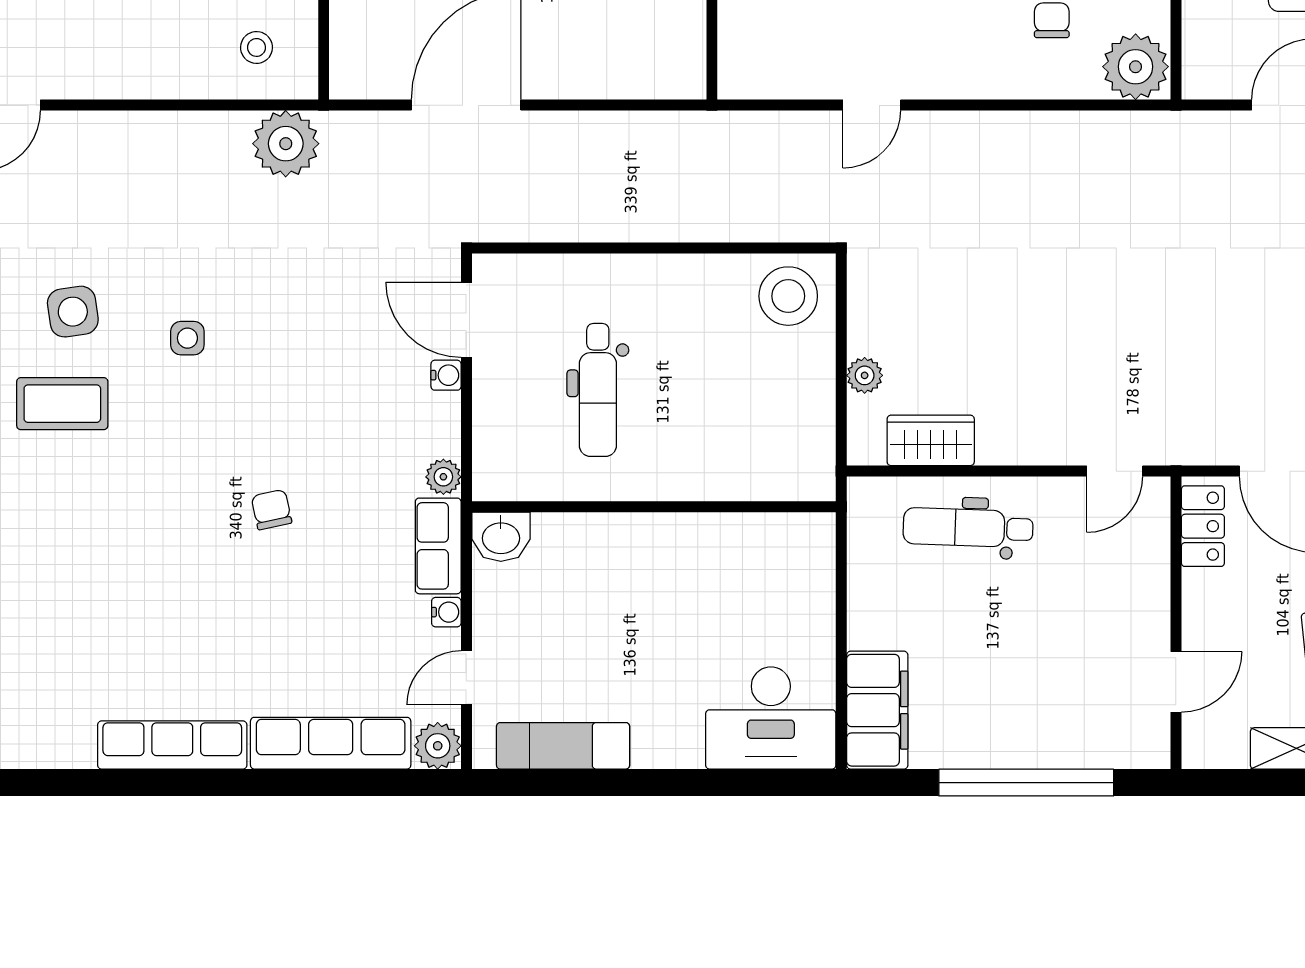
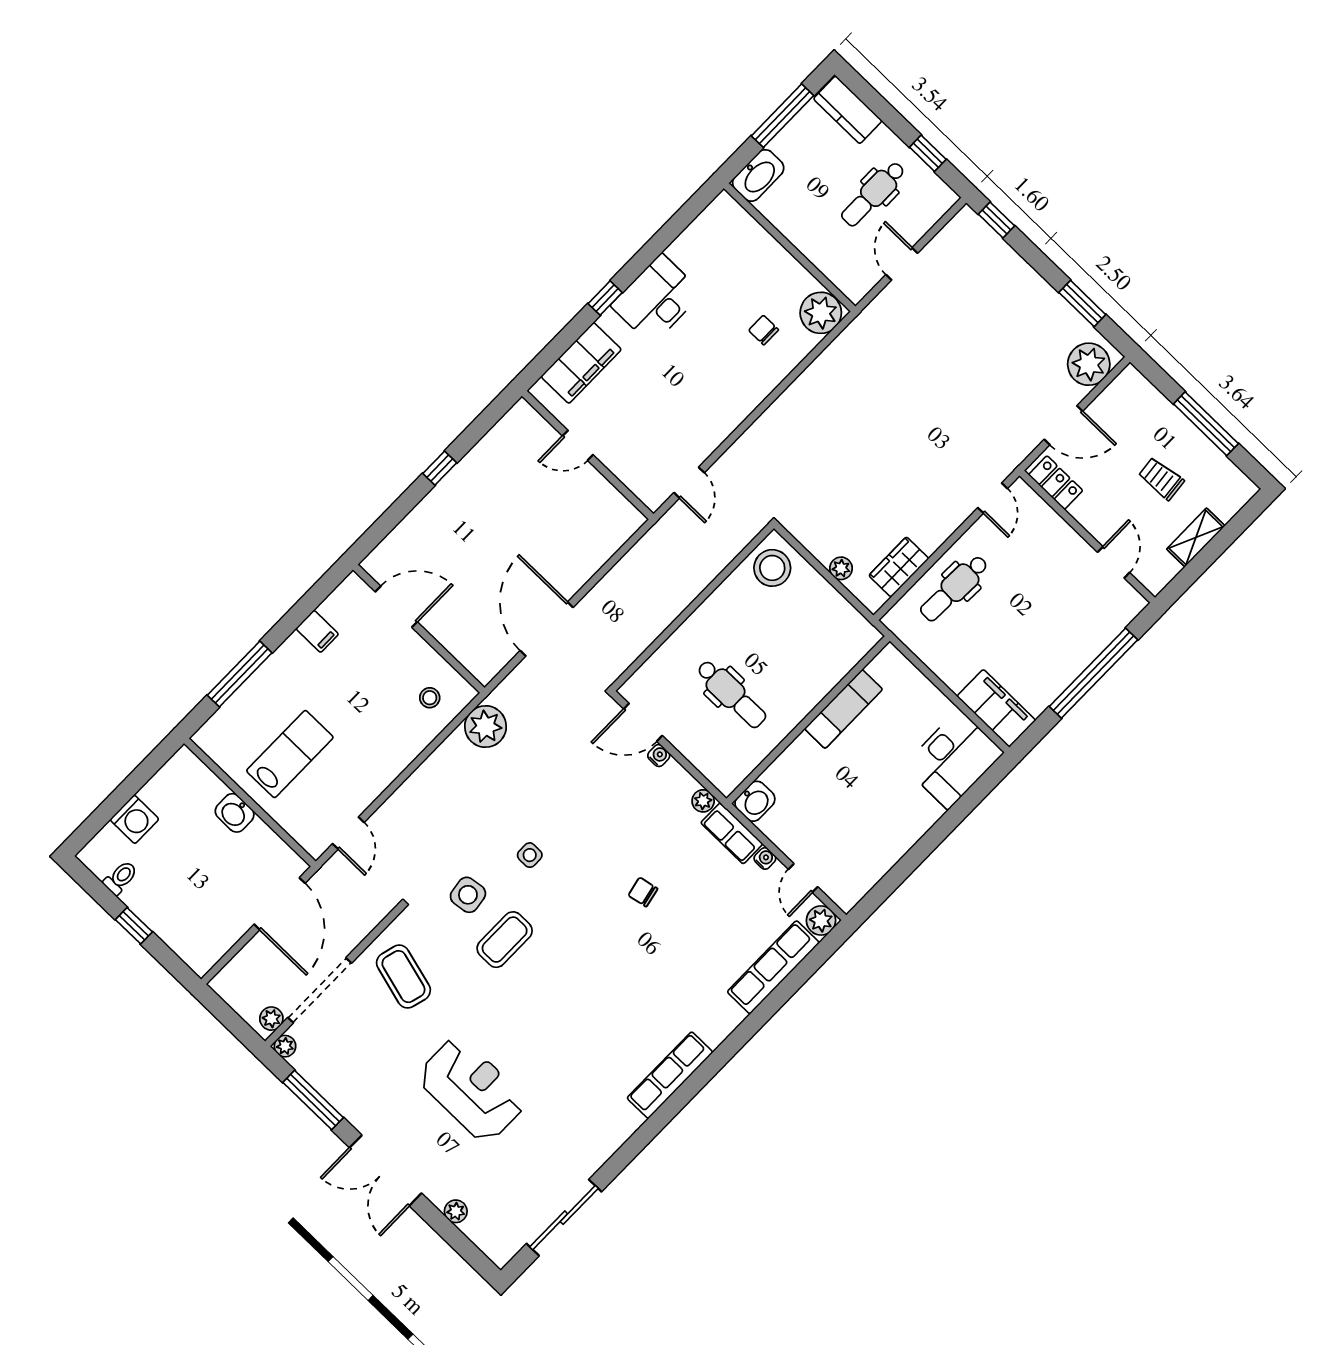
door: (872, 105) -> (689, 483), moved
row of seats: (172, 745) -> (670, 1075), moved
exam couch: (563, 746) -> (844, 709), moved, turned 180

